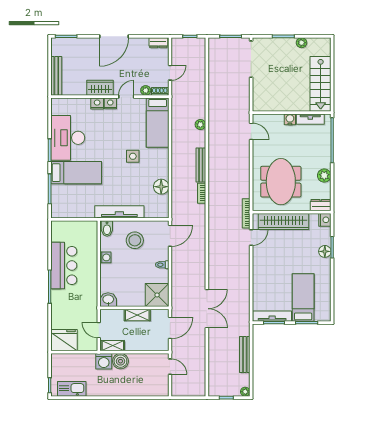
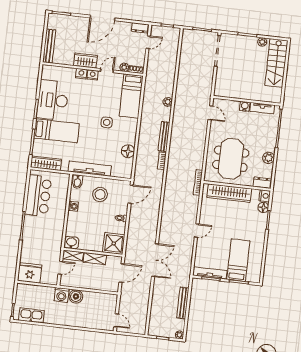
door: (170, 73) -> (148, 42), moved
stairs: (321, 84) -> (276, 63), moved
wardrobe: (68, 211) -> (46, 163), added
door: (251, 237) -> (197, 231), moved
floor lamp: (325, 251) -> (263, 207), moved
bar counter: (64, 265) -> (38, 196), moved
door: (99, 330) -> (60, 268), swing flipped
shelving: (113, 346) -> (73, 256), moved
door: (170, 367) -> (116, 320), moved

